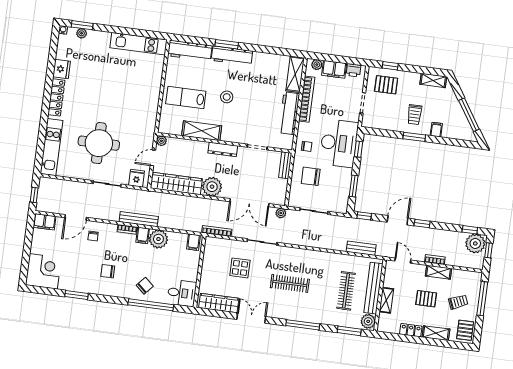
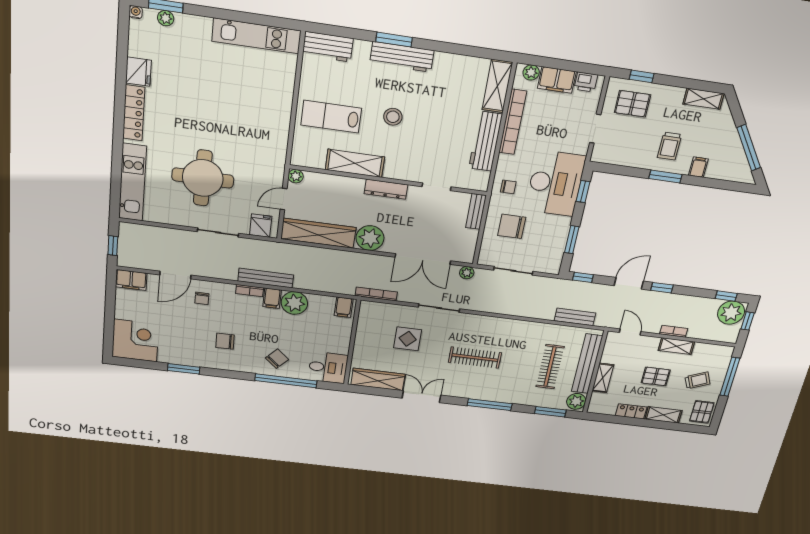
workbench: (190, 51) -> (328, 47), width x0.73

